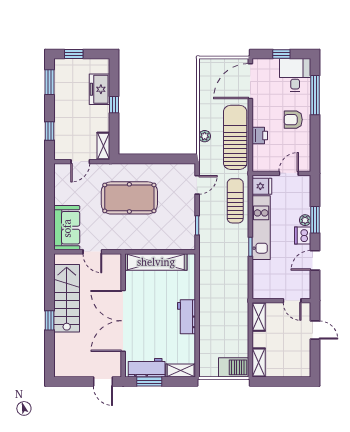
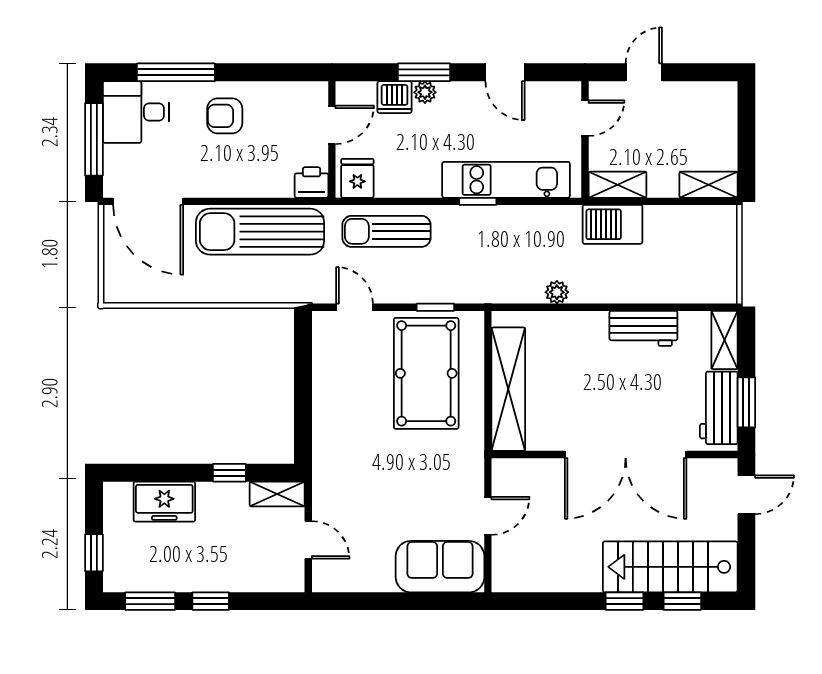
window: (281, 54) -> (94, 139), width x2.17
window: (114, 105) -> (229, 473), moved
armchair: (293, 120) -> (225, 116), turned 90
window: (50, 131) -> (211, 601), moved
printer: (260, 135) -> (311, 182), moved
plant: (205, 136) -> (557, 292), moved
door: (289, 173) -> (332, 125), swing flipped
pool table: (129, 198) -> (426, 373), moved
kitchen unit: (261, 228) -> (506, 180), moved
dishwasher: (303, 235) -> (395, 97), moved
stairs: (67, 298) -> (670, 567), moved
workbench: (186, 317) -> (643, 328), moved
window: (50, 349) -> (682, 601), added
barbecue: (234, 367) -> (613, 224), moved, turned -90

